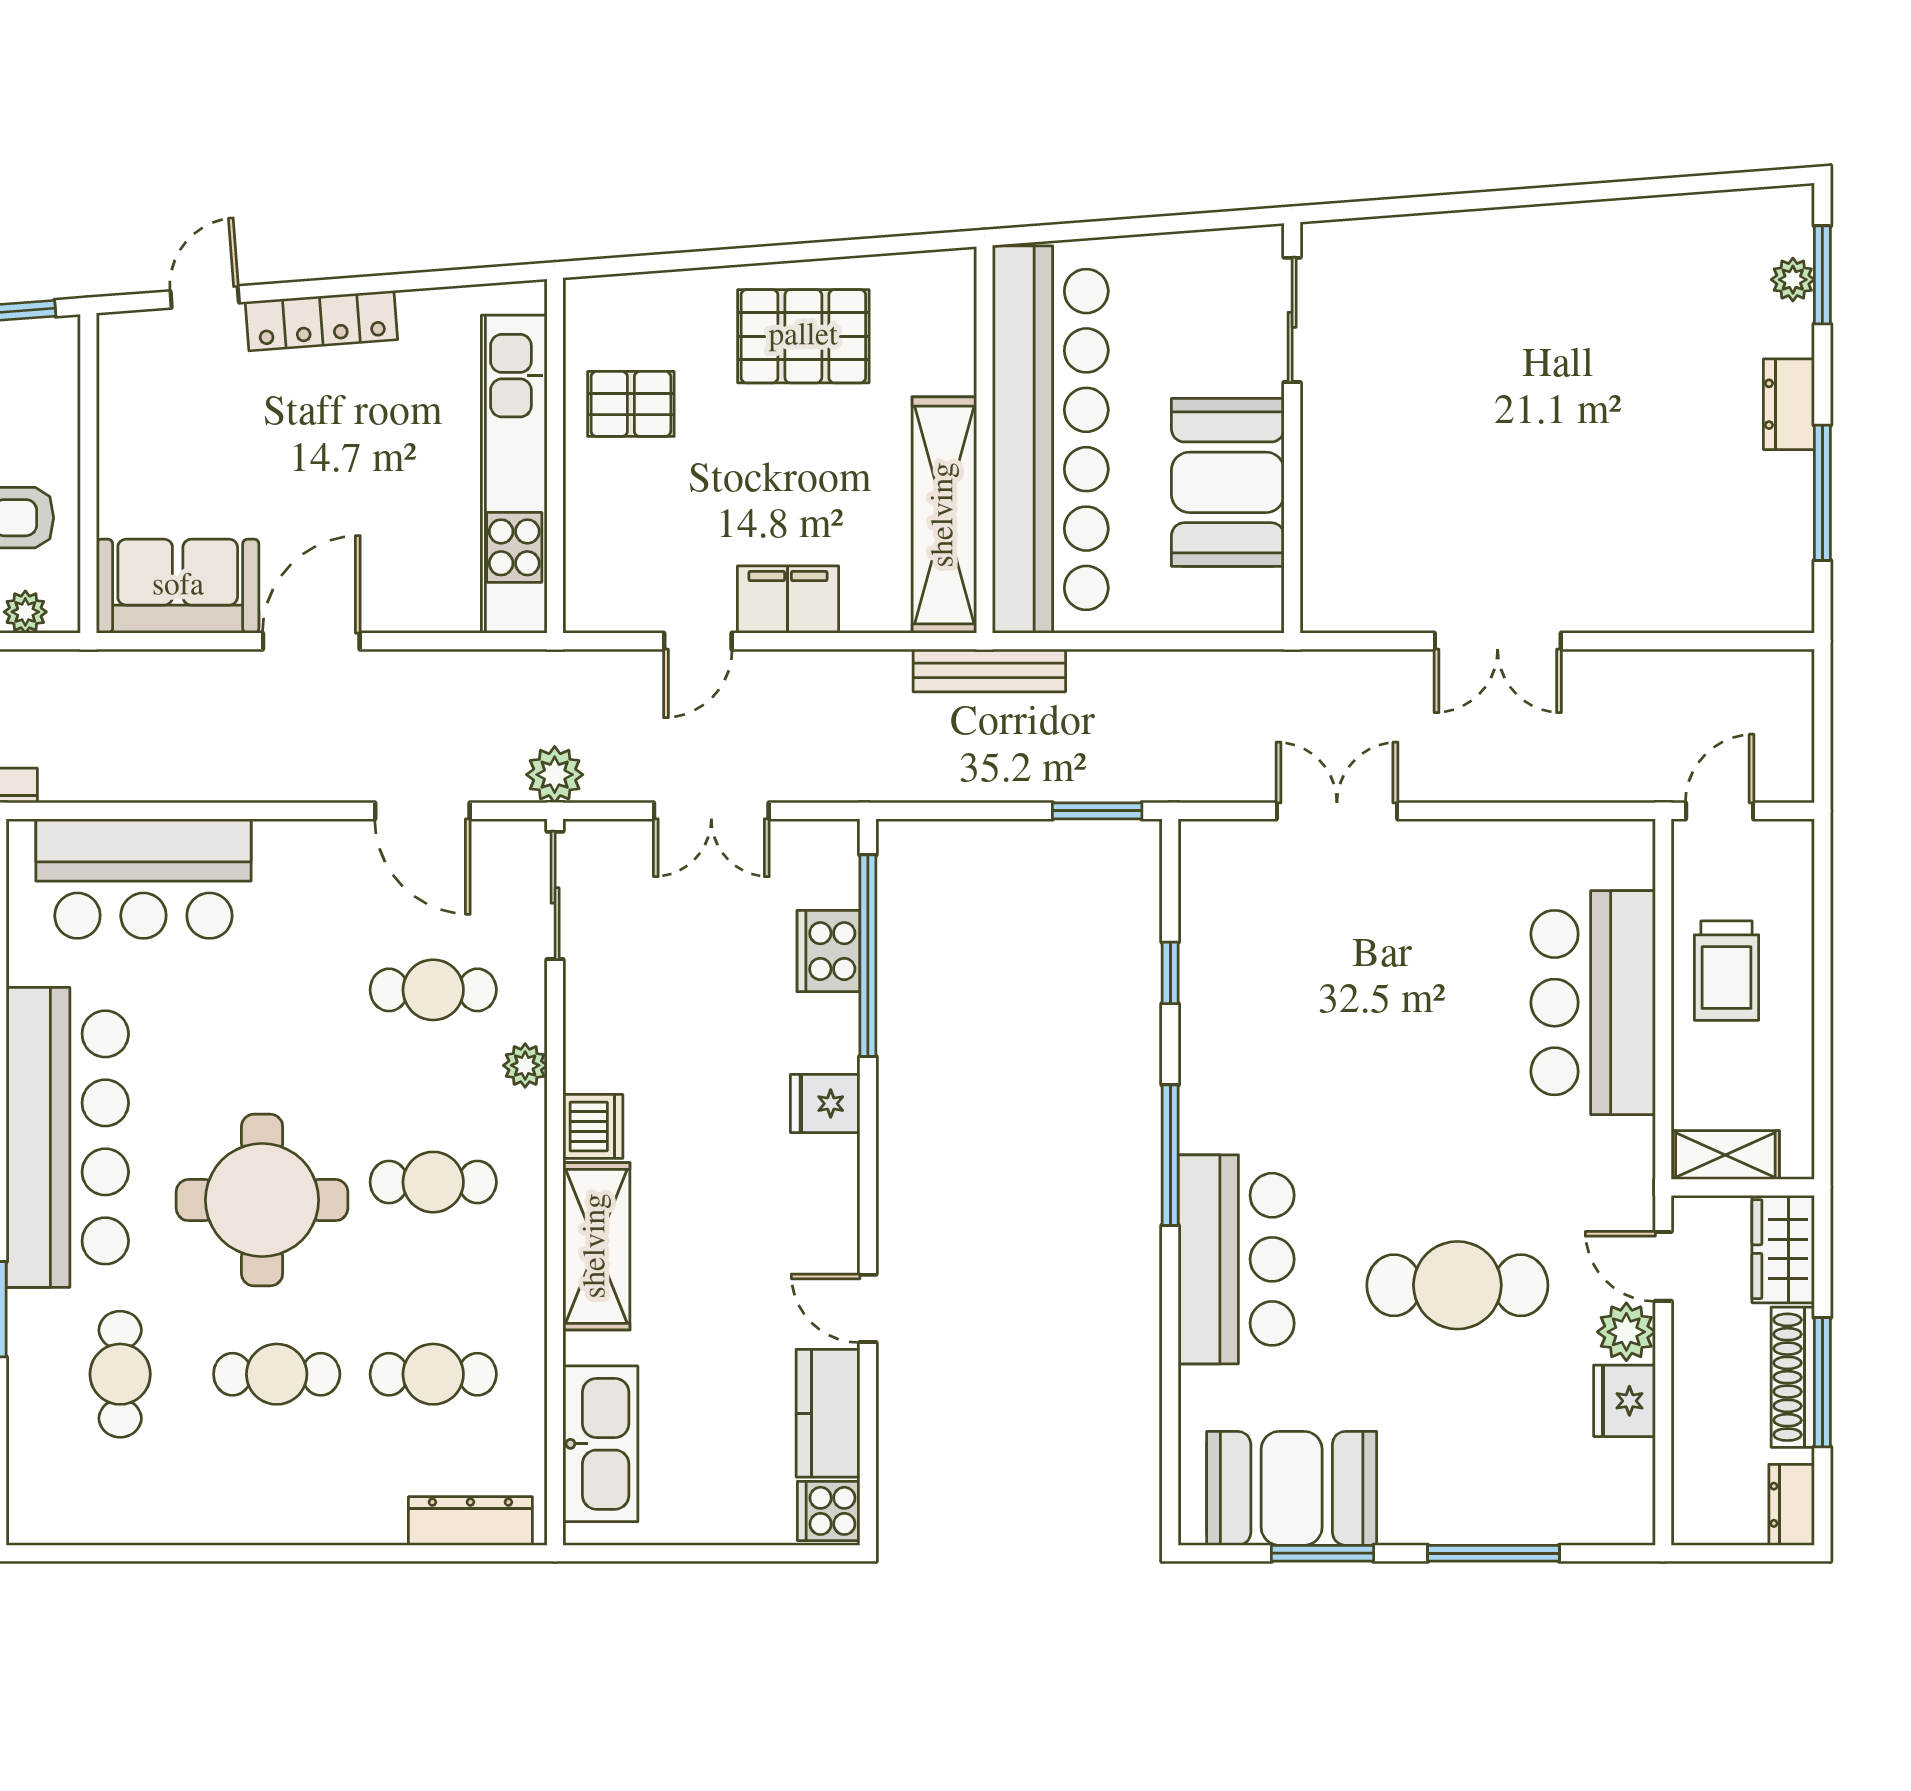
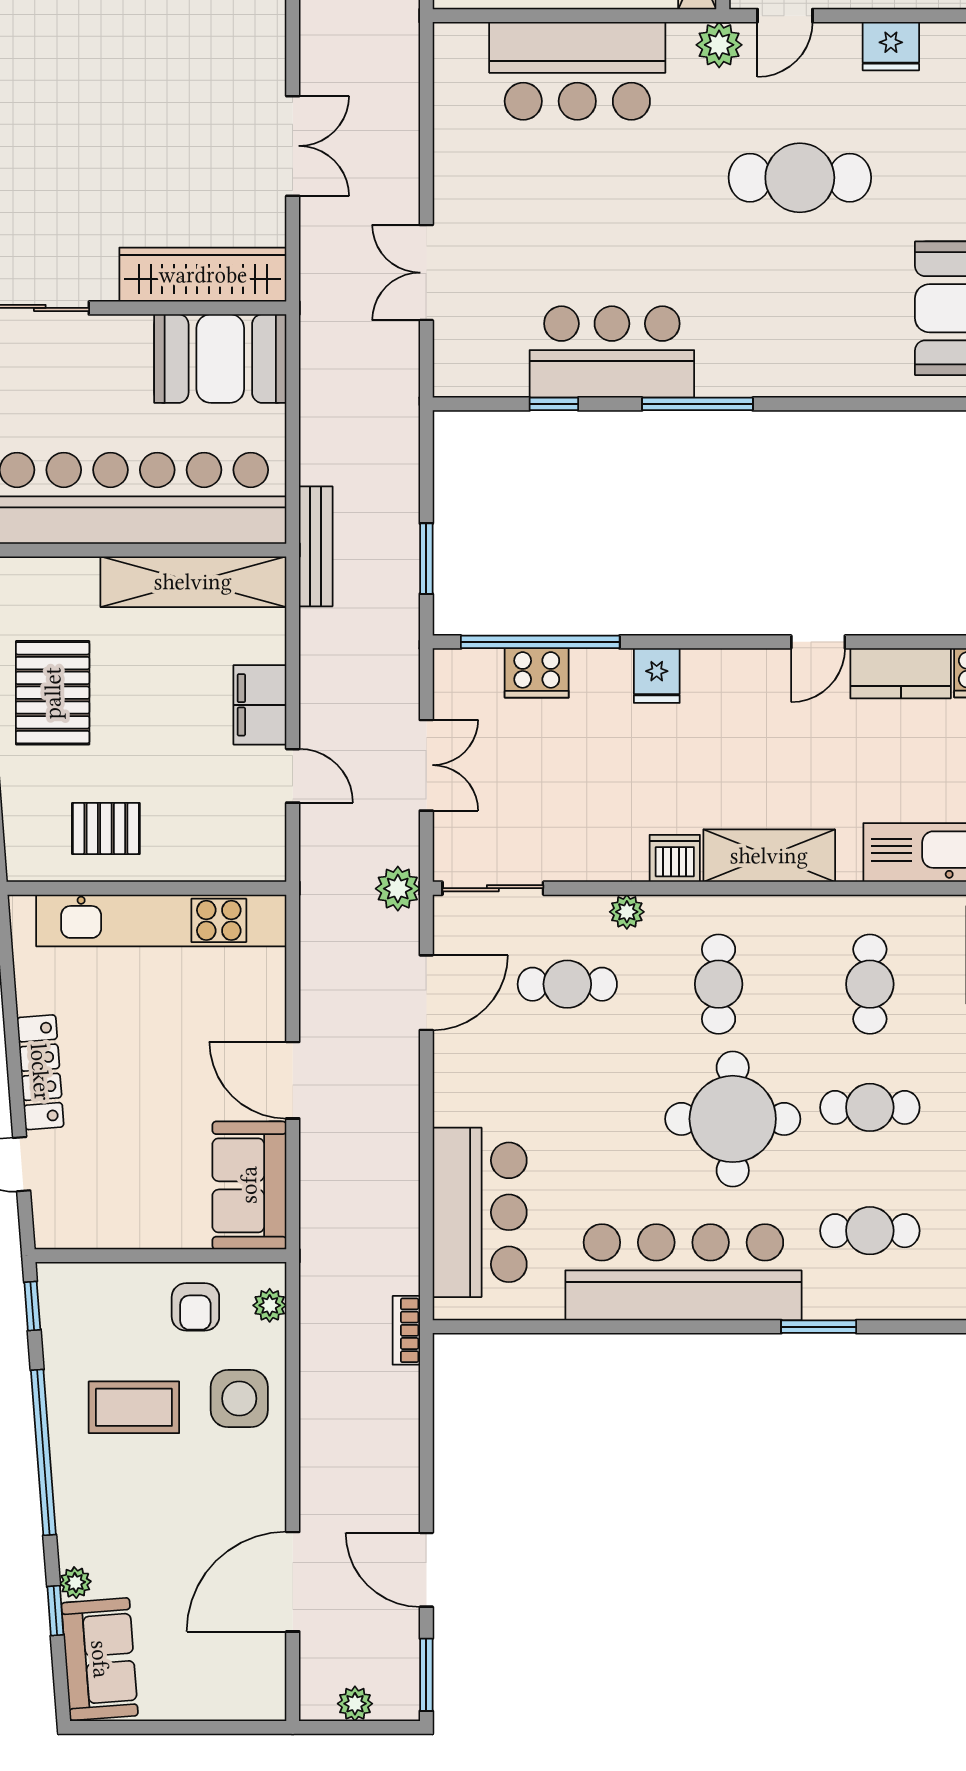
pallet: (631, 404) -> (106, 828), turned 90
booth: (1228, 482) -> (220, 359), moved
wardrobe: (1334, 527) -> (203, 275), added
window: (1097, 811) -> (426, 559), moved
cafe table: (433, 990) -> (567, 984), turned 90
bar counter: (1236, 1259) -> (612, 352), moved
cafe table: (1457, 1285) -> (800, 178), turned 90
plant: (1626, 1332) -> (719, 45), moved
cafe table: (277, 1374) -> (870, 1107), turned 90

